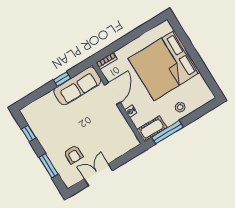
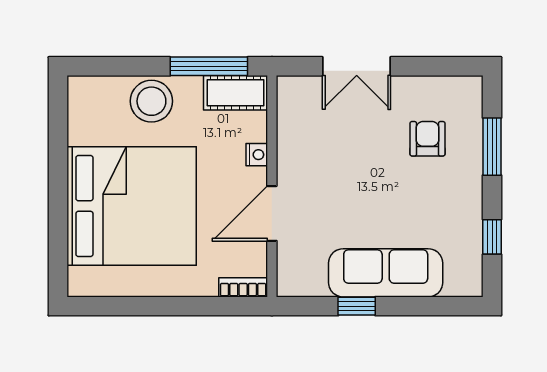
sofa: (77, 86) -> (386, 273), moved
stool: (180, 107) -> (151, 101), width x1.89, depth x1.89
double door: (98, 175) -> (357, 66), moved

